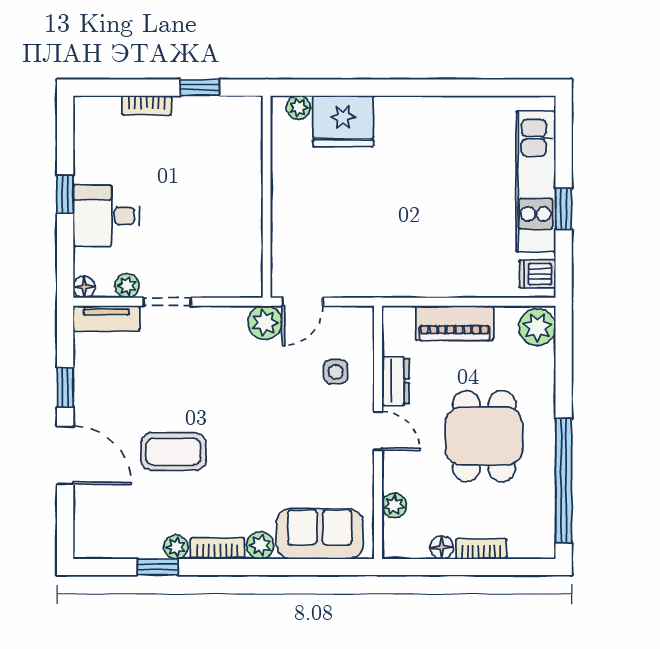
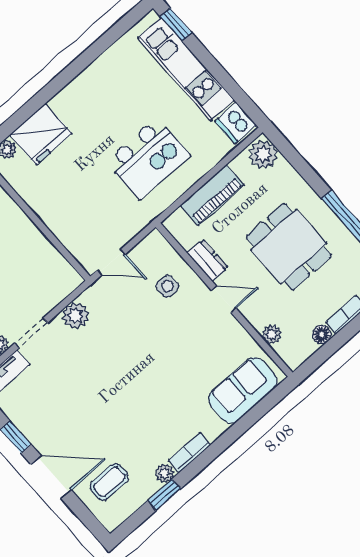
window: (564, 209) -> (176, 25), moved
kitchen island: (425, 234) -> (148, 158), added
dishwasher: (537, 274) -> (235, 123), width x1.38
door: (302, 302) -> (111, 262), hinge flipped
plant: (265, 323) -> (75, 316), moved
coffee table: (173, 452) -> (109, 482), moved, width x0.73, depth x0.77
plant: (260, 545) -> (214, 428), removed

